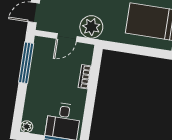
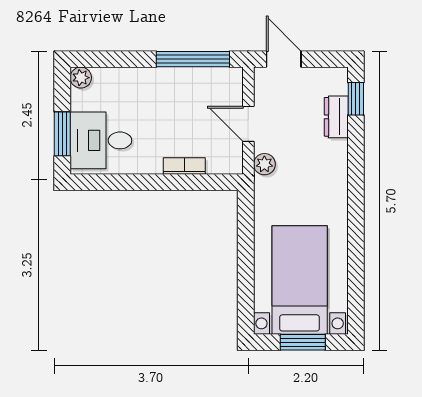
plant: (91, 27) -> (264, 164), width x0.53, depth x0.53

